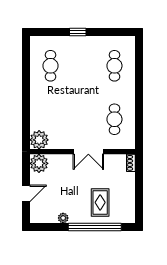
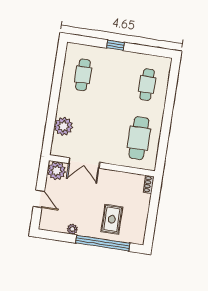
cafe table: (114, 119) -> (139, 138), width x1.37, depth x1.35
plant: (39, 140) -> (63, 126), moved
double door: (88, 152) -> (84, 163), moved
door: (26, 193) -> (39, 199), hinge flipped

